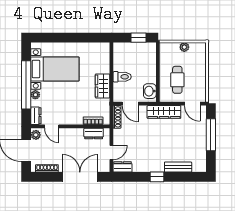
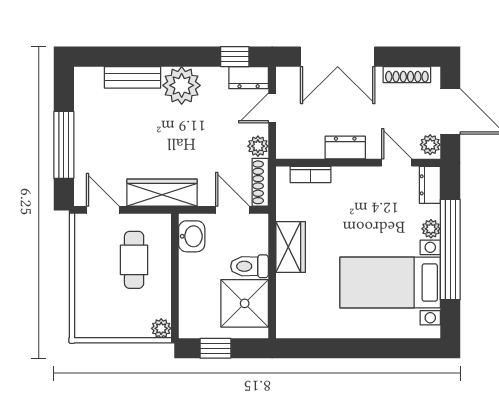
plant: (184, 47) -> (161, 328), moved
shower: (124, 59) -> (245, 303), added
dresser: (94, 134) -> (345, 147), moved
plant: (118, 134) -> (258, 146), added
plant: (155, 163) -> (182, 85), added
window: (157, 177) -> (235, 57), moved

